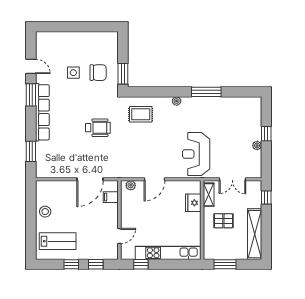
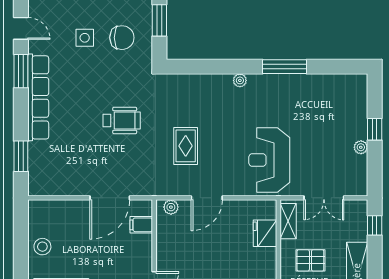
window: (123, 74) -> (159, 20), moved
rug: (141, 114) -> (186, 146), moved, turned 90

